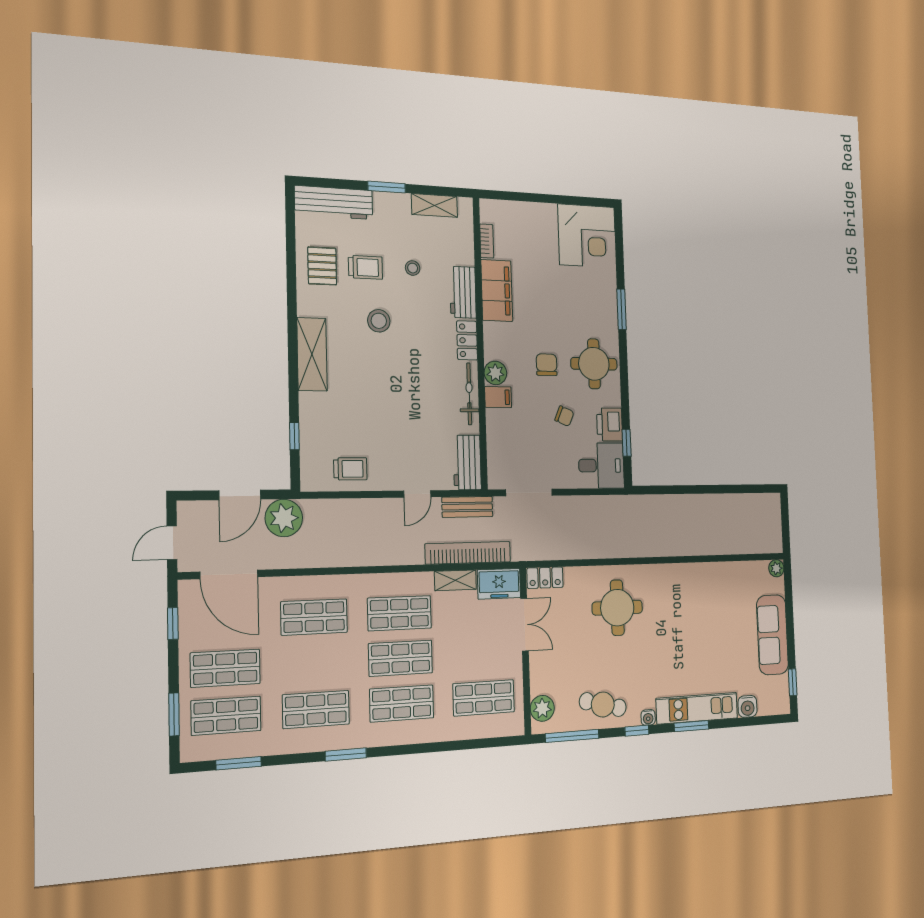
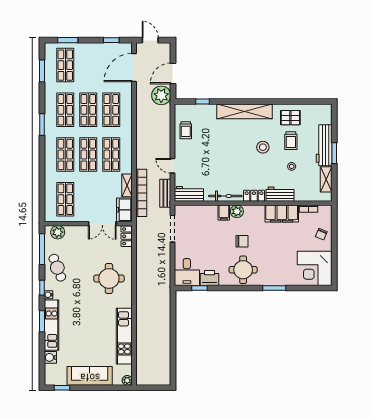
workbench: (334, 203) -> (324, 145), moved
shelving: (312, 354) -> (244, 111), width x1.47
chair: (564, 416) -> (321, 234), moved
door: (240, 495) -> (173, 73), hinge flipped
kitchen unit: (709, 576) -> (124, 336), added
shop shelf: (225, 668) -> (88, 110), moved
cafe table: (603, 705) -> (57, 268), turned -35

